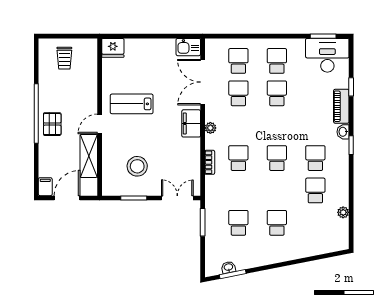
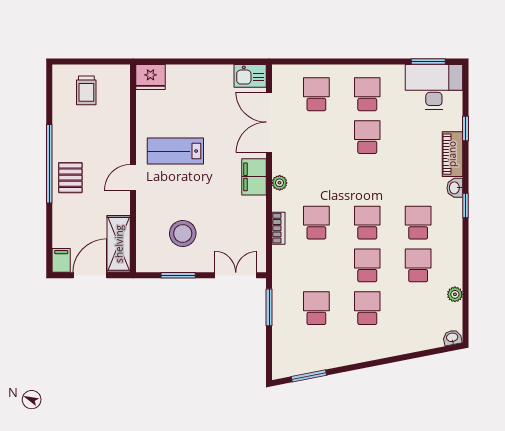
school desk: (238, 93) -> (367, 265), moved
shelving: (89, 156) -> (119, 244), moved
washbasin: (228, 267) -> (452, 338), moved

